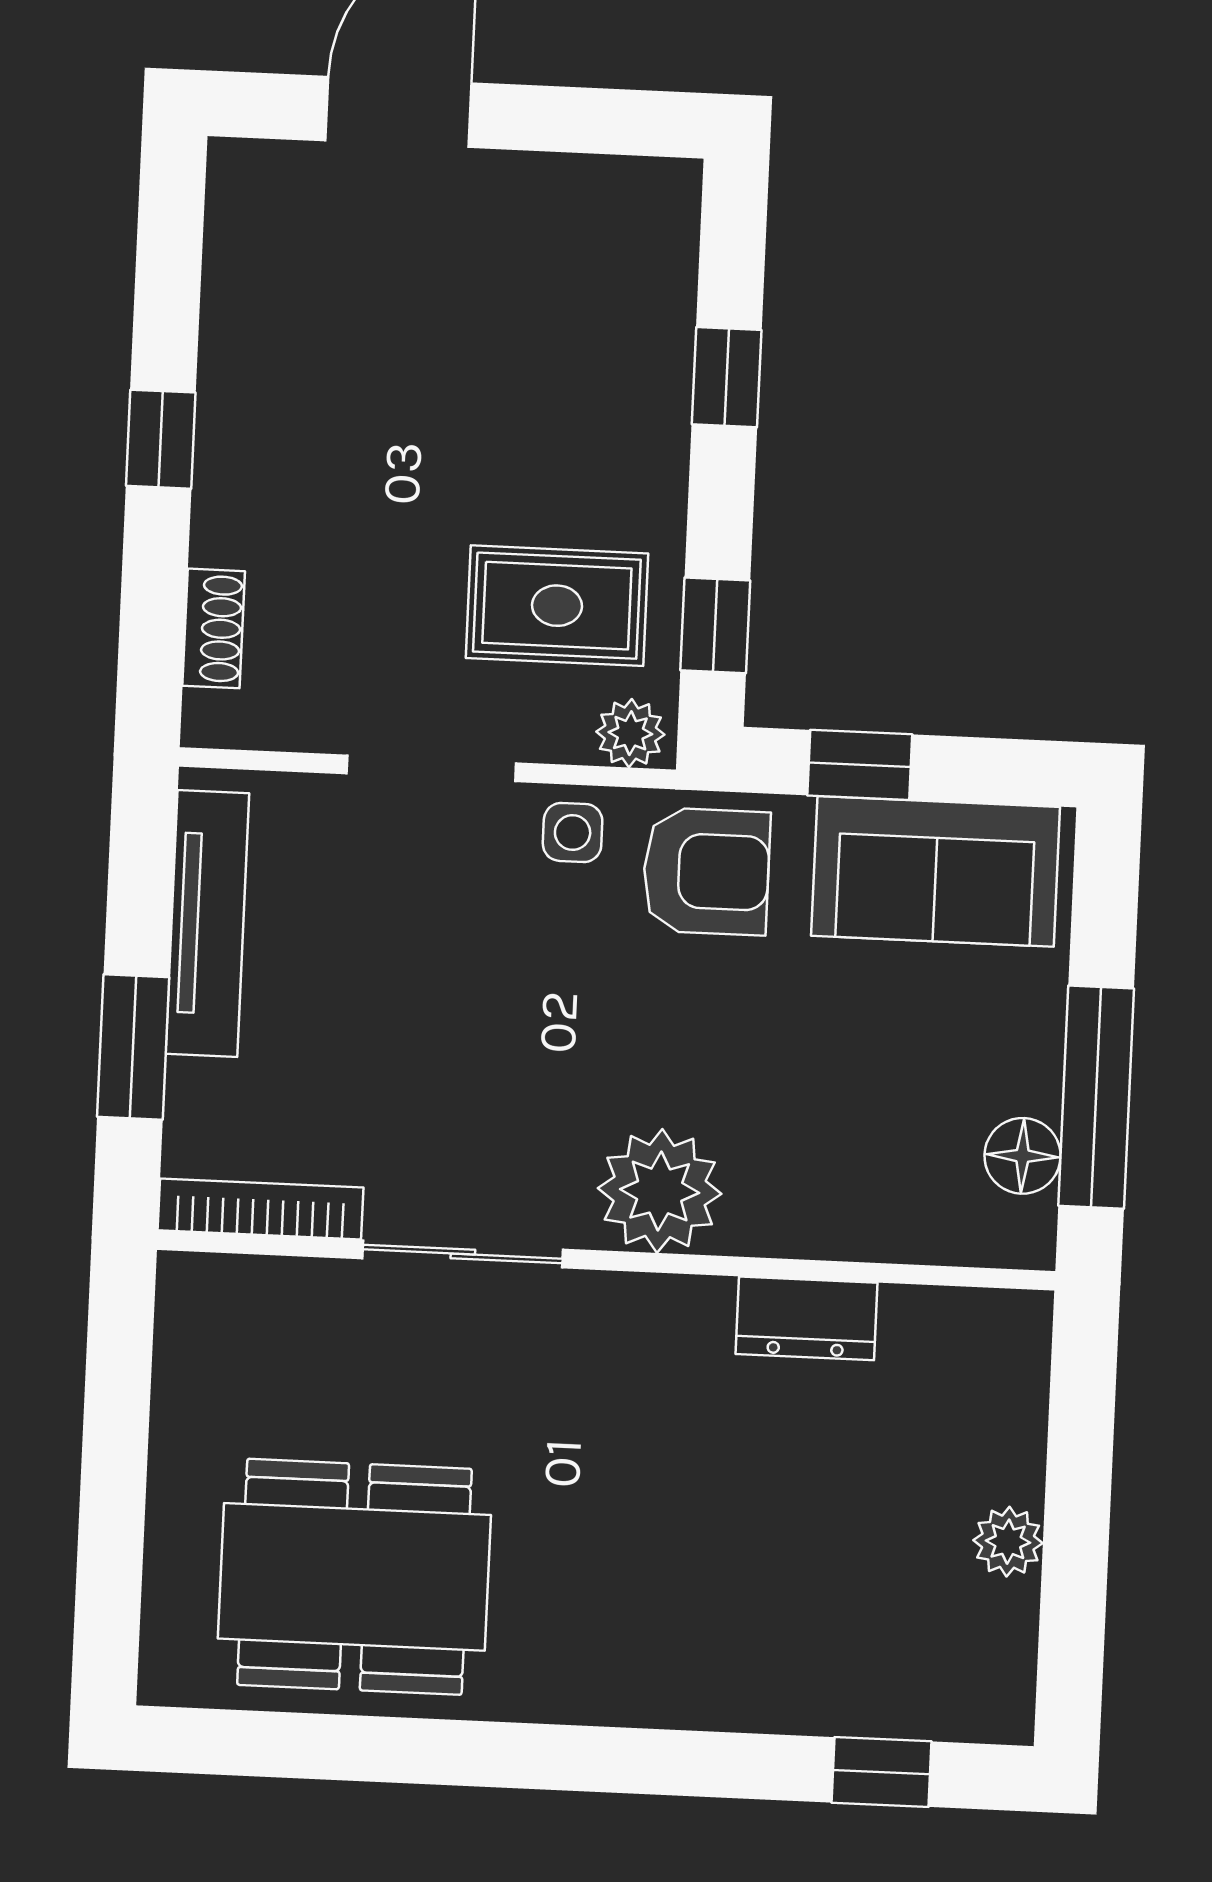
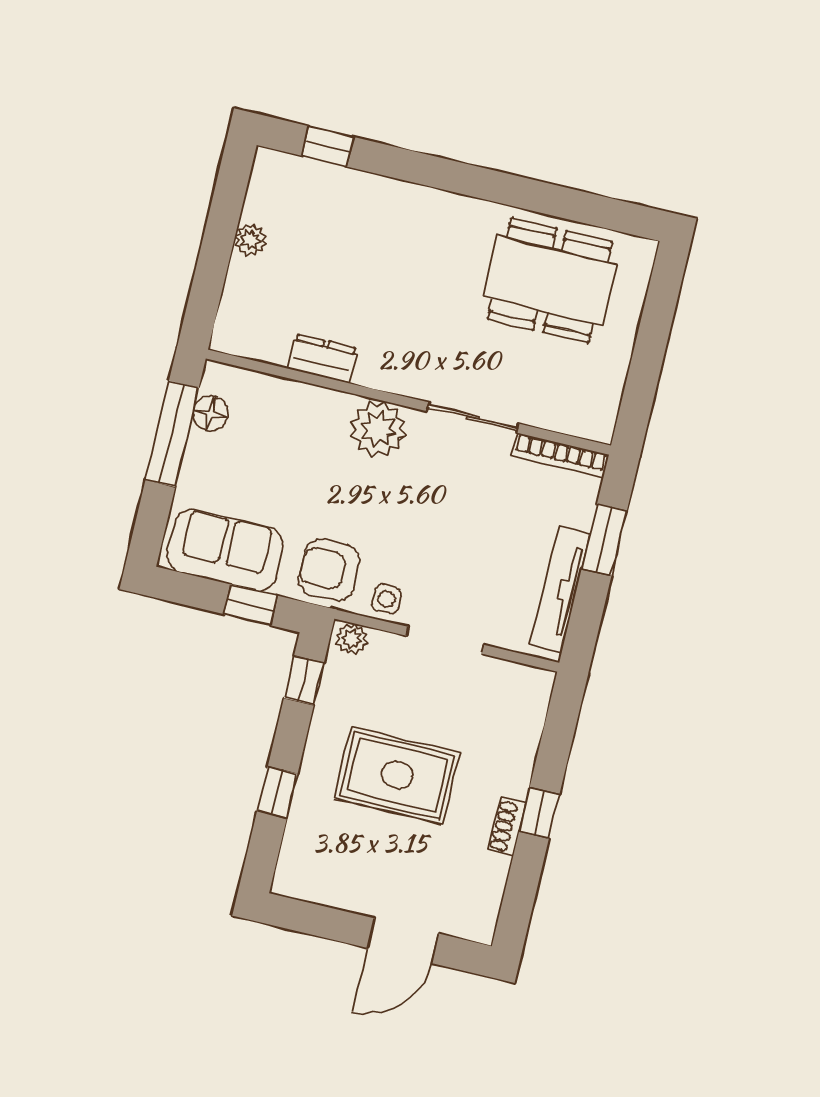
rug: (557, 606) -> (397, 775), moved, width x1.36, depth x1.43
shoe rack: (214, 628) -> (507, 827), moved

